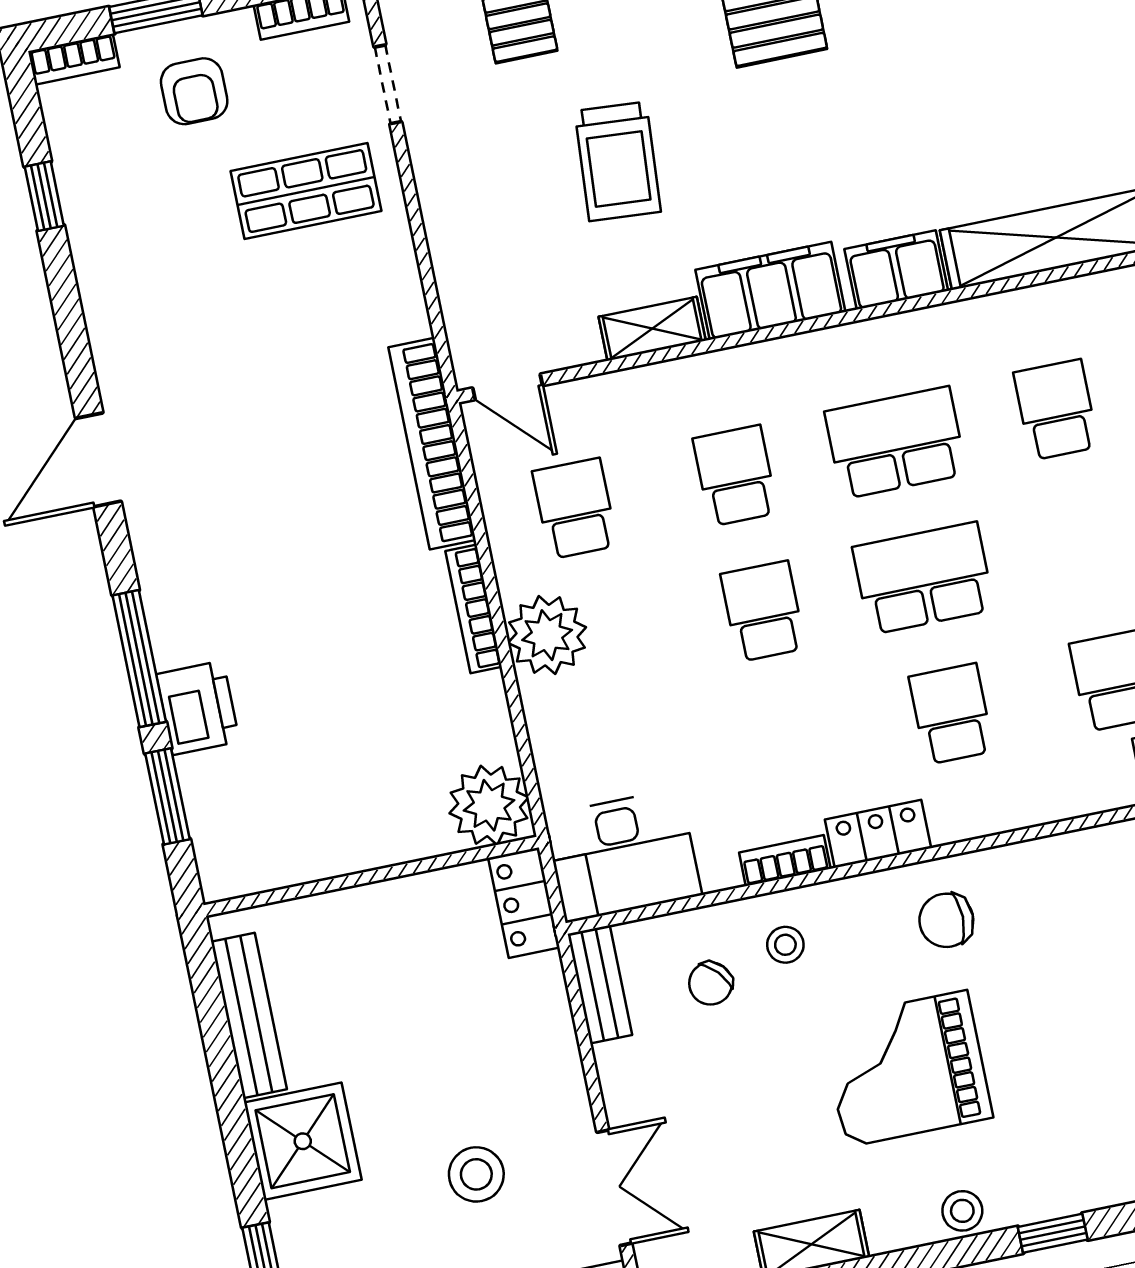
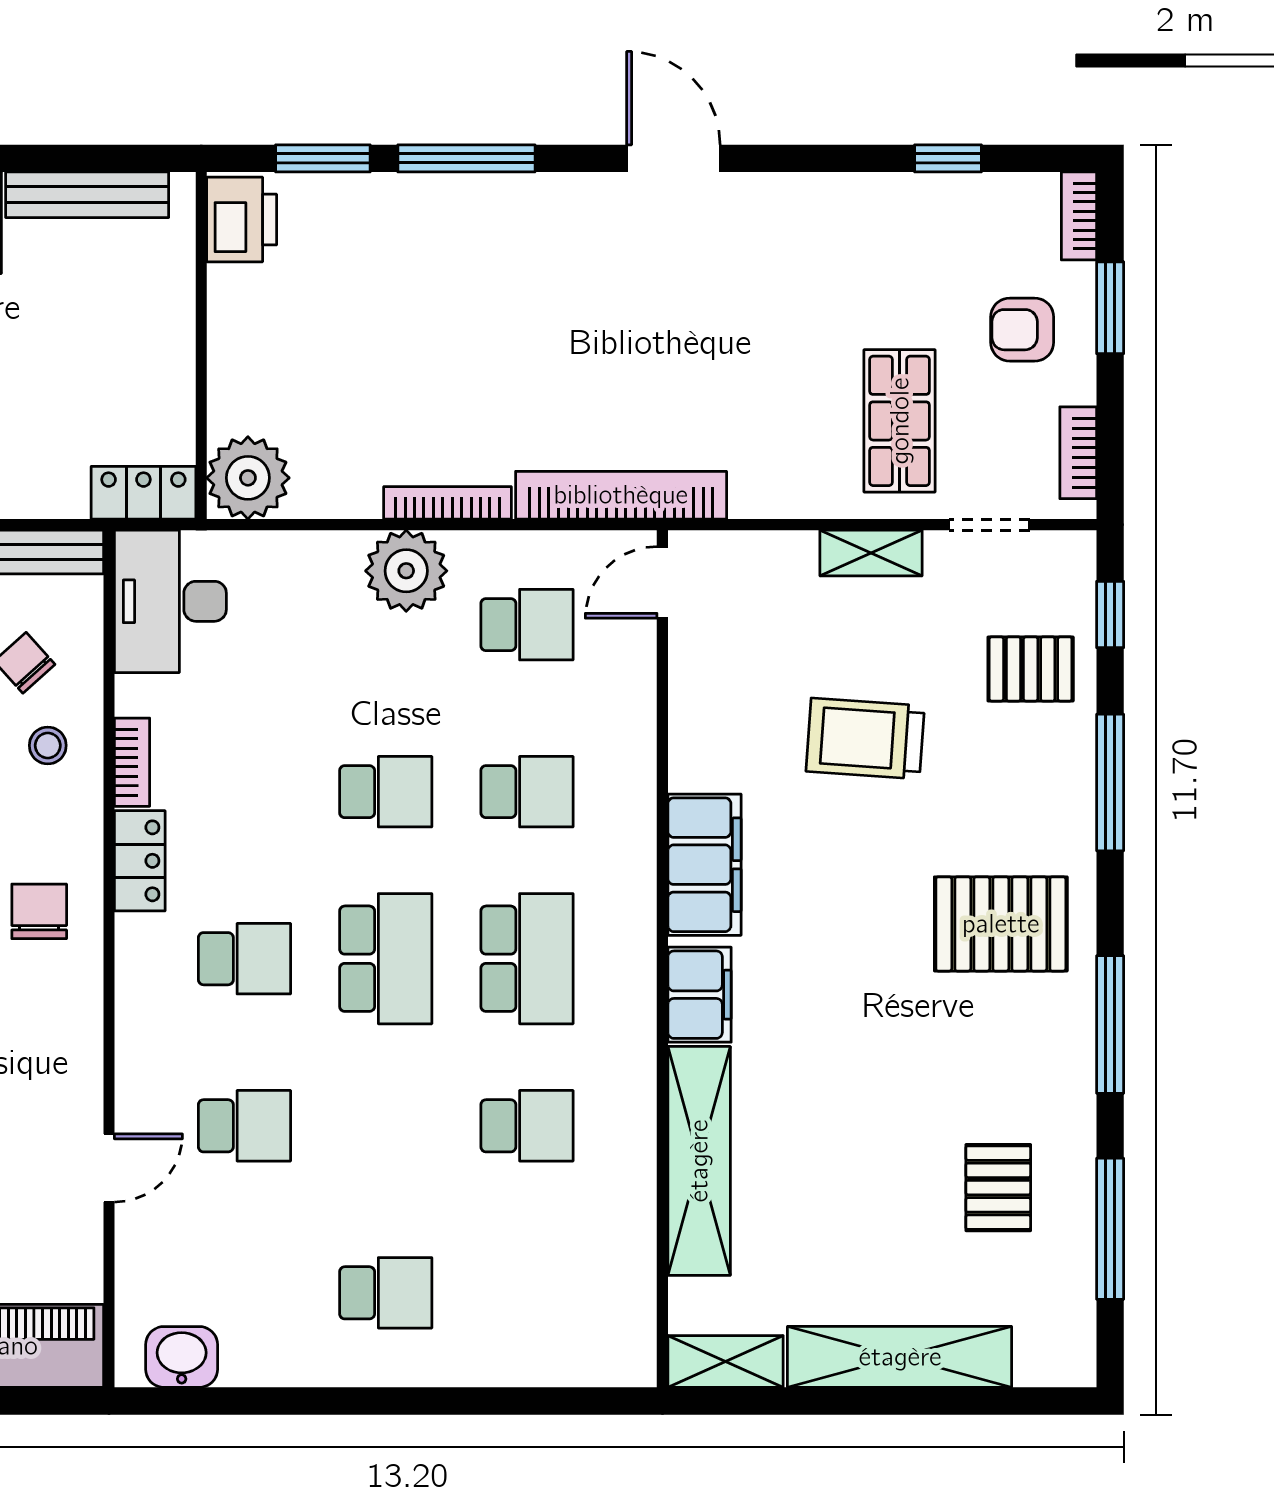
shelving: (652, 329) -> (871, 553), moved, turned 90
printer: (198, 708) -> (242, 220), moved, turned -90

